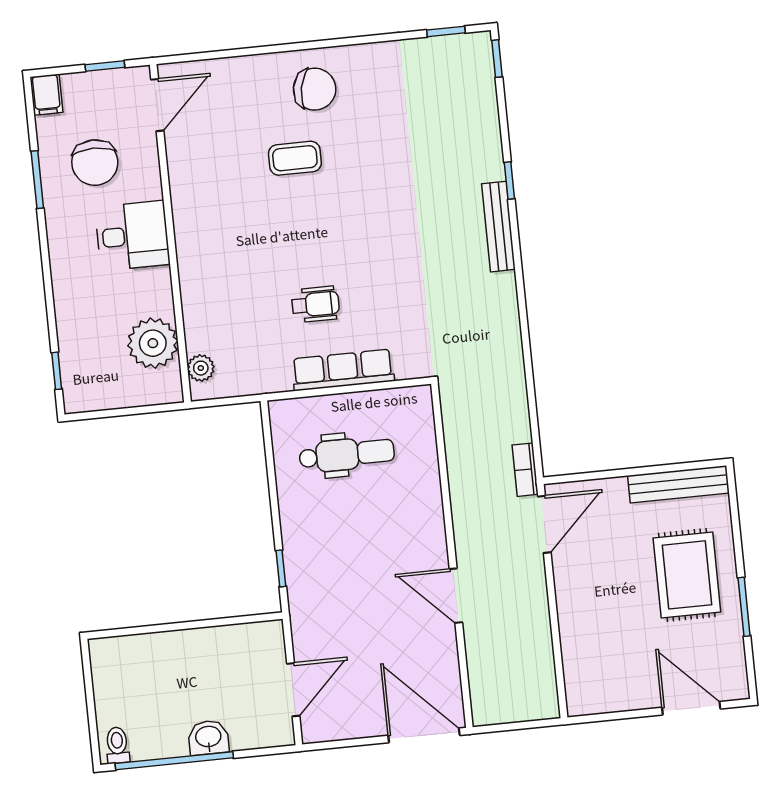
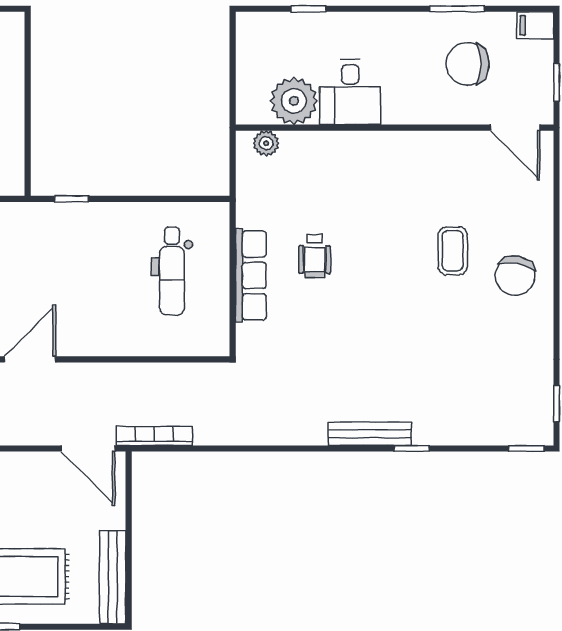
desk: (132, 236) -> (350, 92), moved
window: (57, 371) -> (308, 9), moved
bookcase: (525, 470) -> (154, 436), width x1.56

